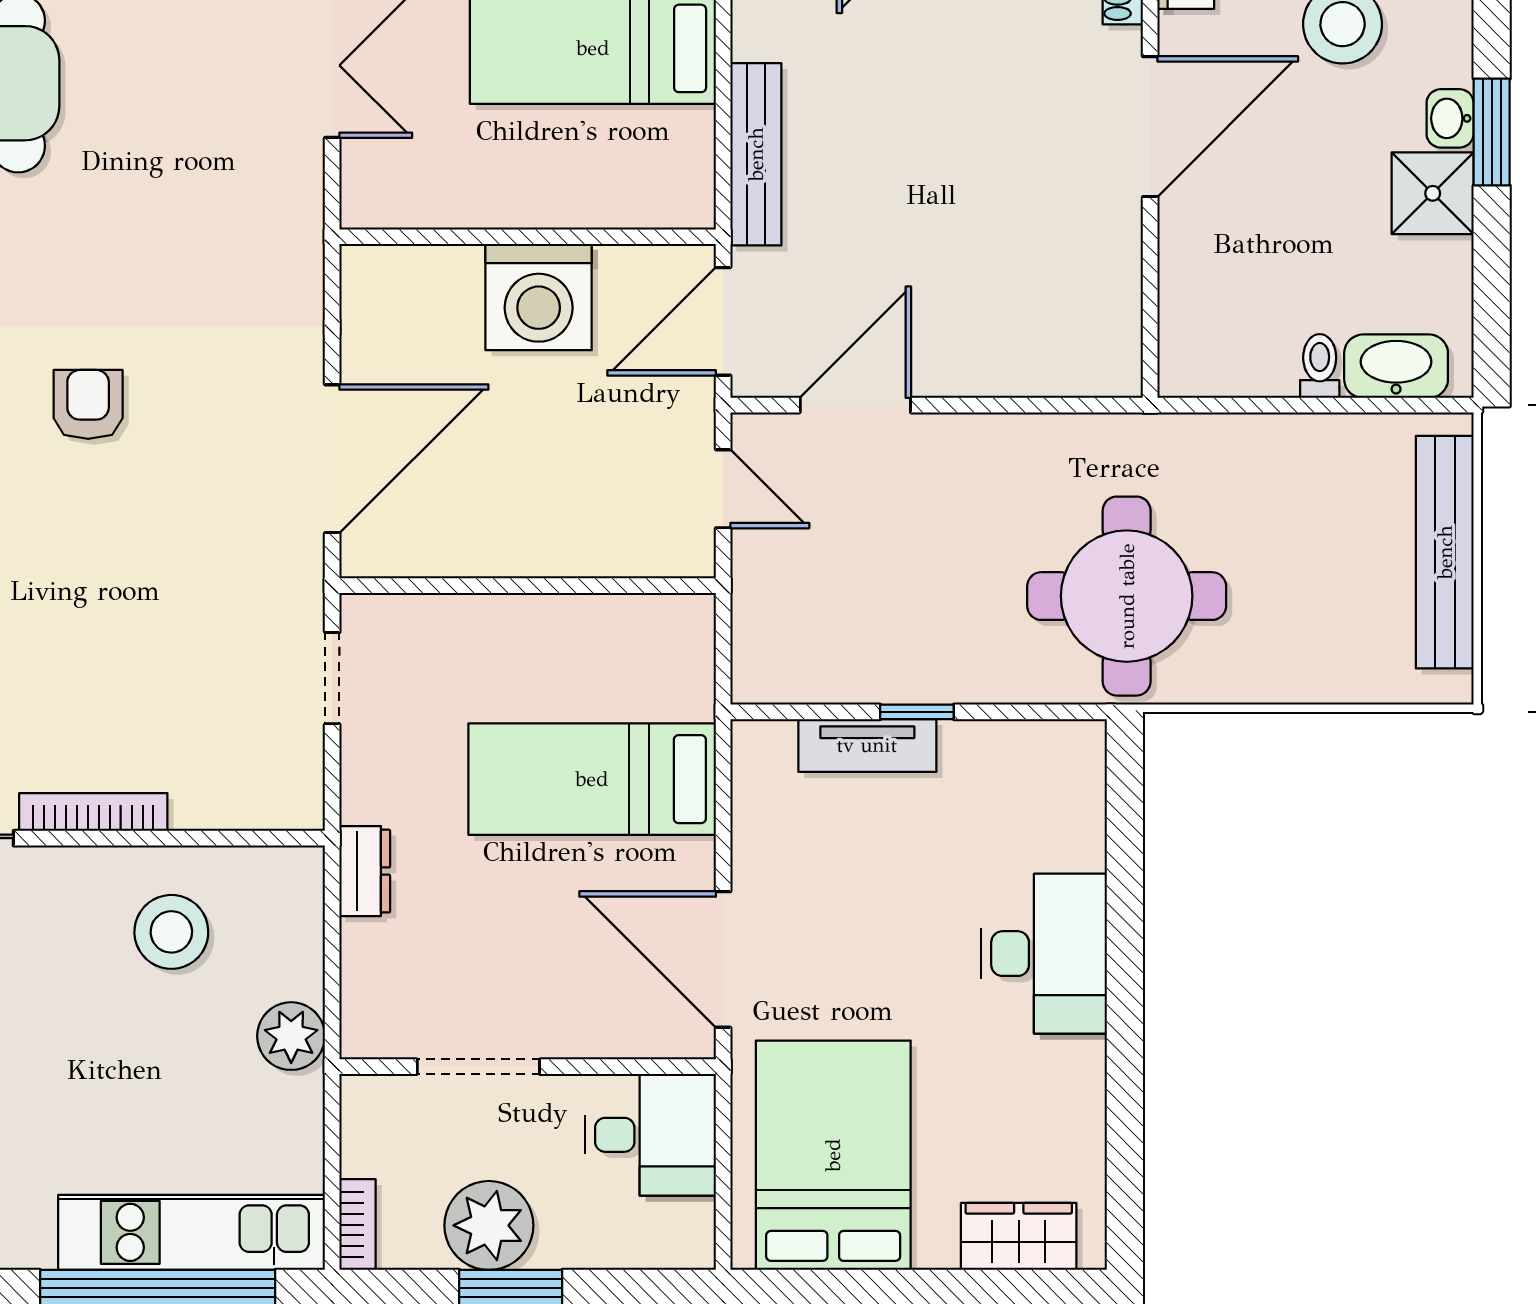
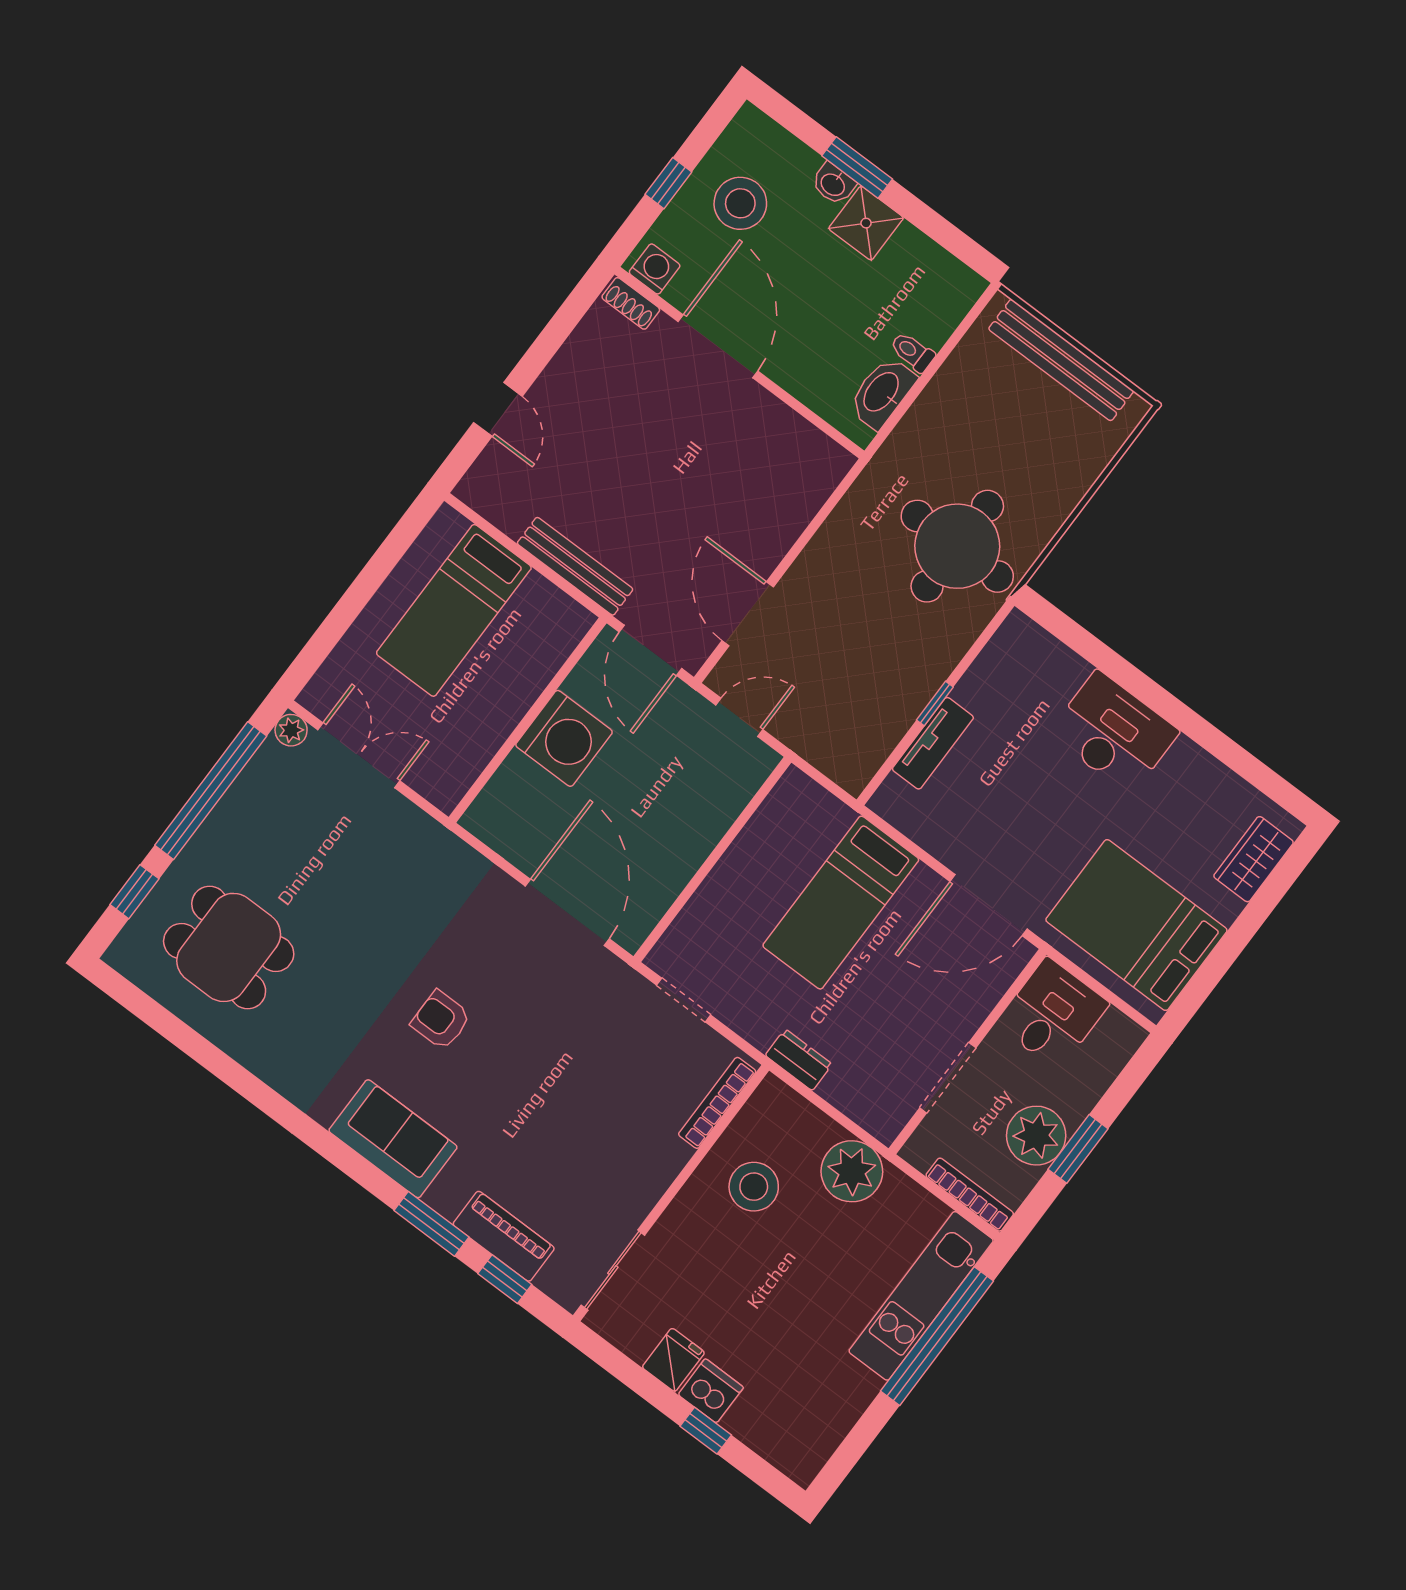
washbasin: (1396, 366) -> (882, 393), moved
bookcase: (93, 812) -> (717, 1103), moved
plant: (291, 1036) -> (852, 1171), width x1.36, depth x1.36
bookcase: (358, 1225) -> (970, 1195), width x1.56

